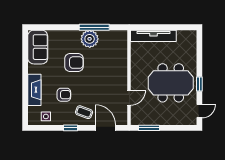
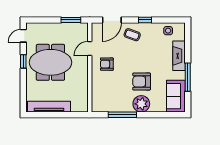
tv unit: (153, 36) -> (49, 107), moved
plant: (90, 39) -> (141, 104), moved
window: (25, 67) -> (188, 77), added
armchair: (64, 95) -> (107, 64), moved
door: (106, 128) -> (112, 20), hinge flipped

